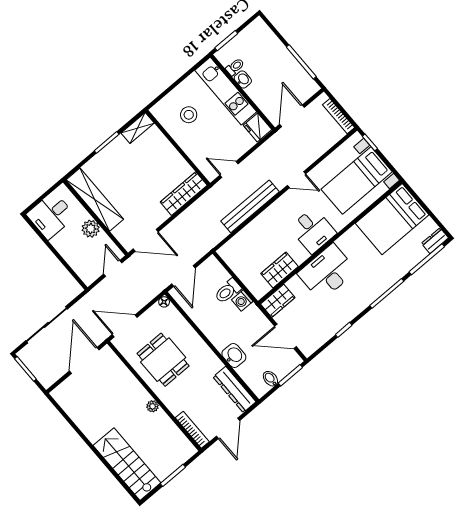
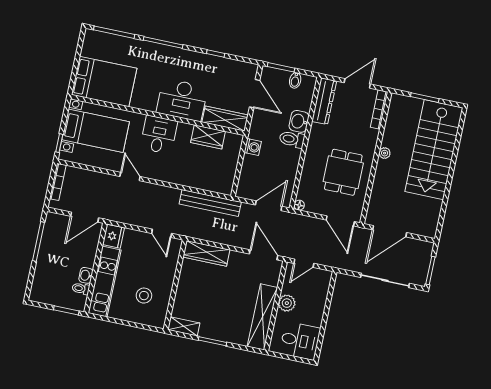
bench: (250, 206) -> (210, 203), moved
dresser: (435, 241) -> (95, 37), removed
toilet: (228, 291) -> (292, 139), moved, turned 180
wardrobe: (278, 301) -> (225, 119), width x1.50
stairs: (127, 464) -> (434, 150), width x1.36, depth x1.51

